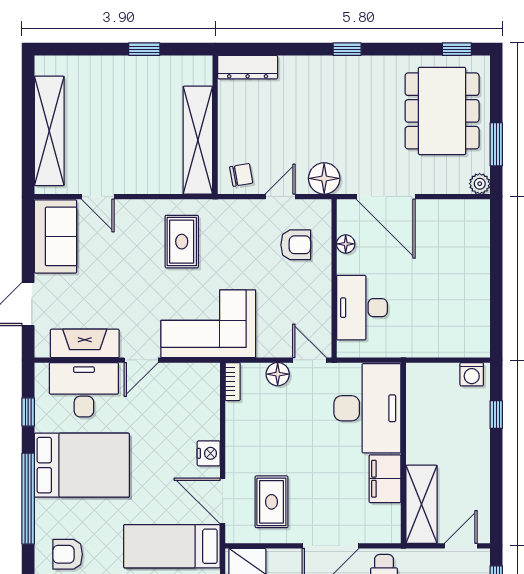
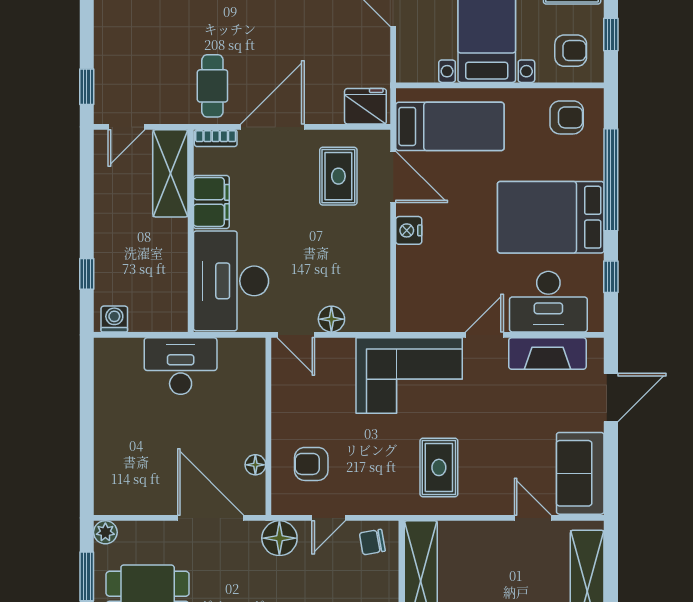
desk: (362, 308) -> (181, 366), moved, turned -90
bookcase: (233, 382) -> (216, 138), moved, turned -90

